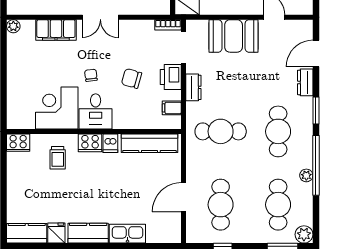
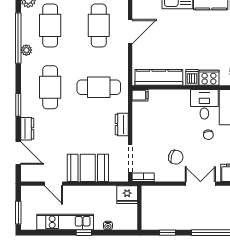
door: (316, 54) -> (18, 153), hinge flipped
printer: (171, 77) -> (141, 133), removed
chair: (132, 78) -> (176, 157), moved
filing cabinet: (172, 108) -> (140, 95), moved
window: (316, 165) -> (18, 38), moved

